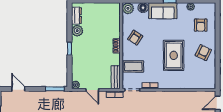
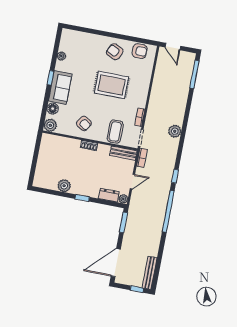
dresser: (76, 16) -> (109, 195), moved
armchair: (201, 25) -> (140, 51), moved
door: (18, 89) -> (116, 263), width x1.87

